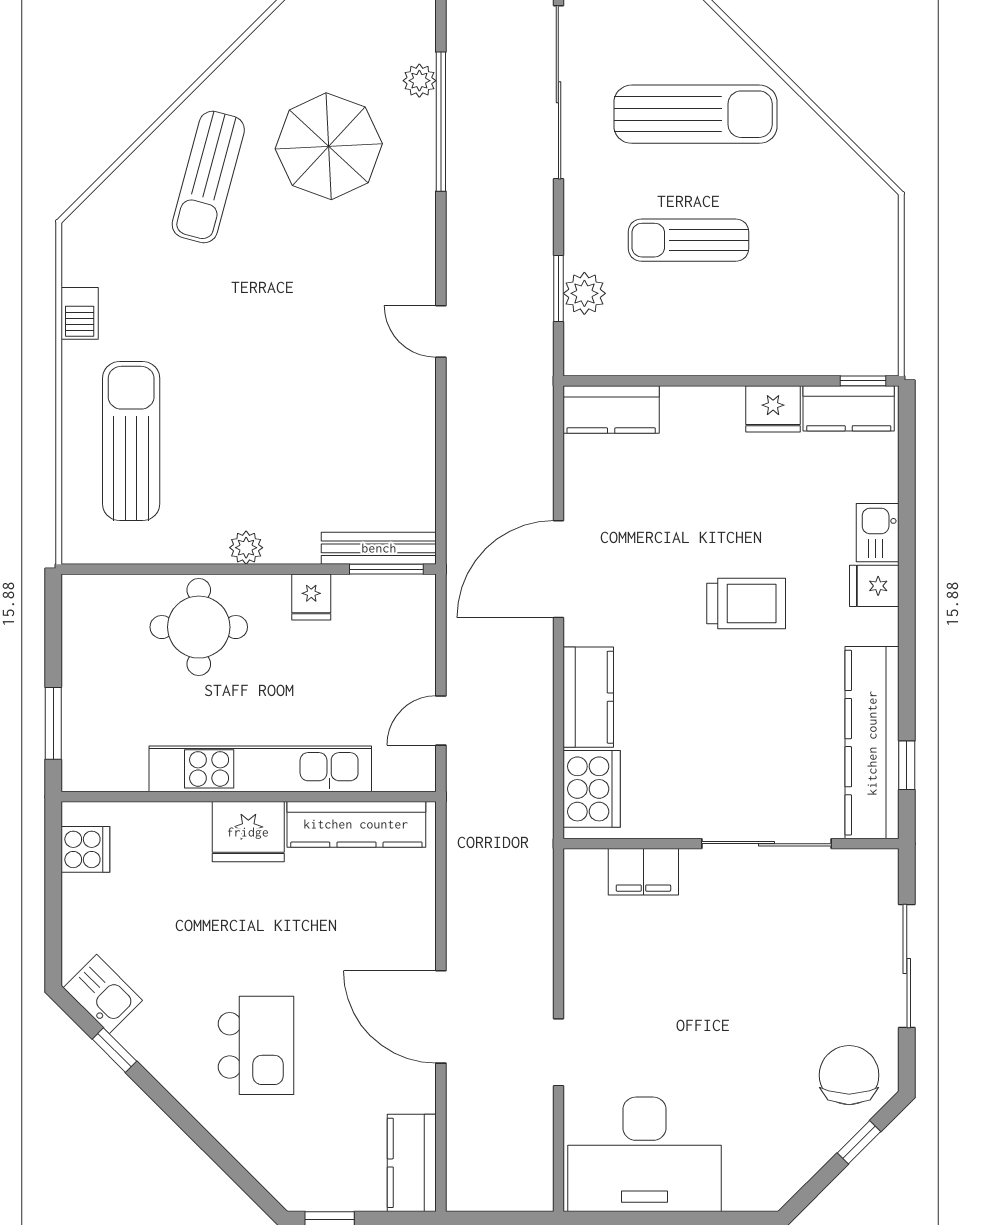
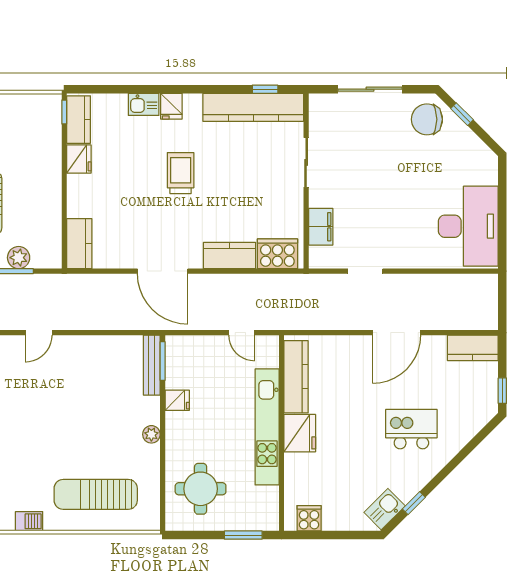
round table: (199, 627) -> (201, 489), moved
sliding door: (766, 844) -> (306, 162), width x0.73
doorway: (558, 1052) -> (365, 271), moved

